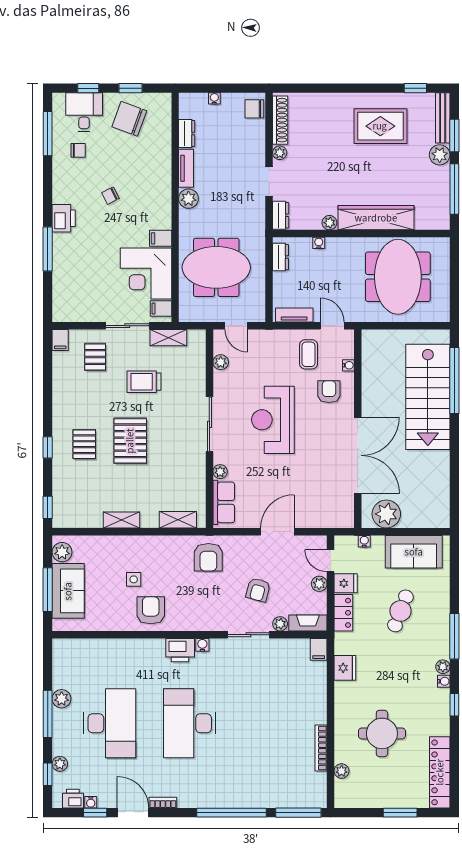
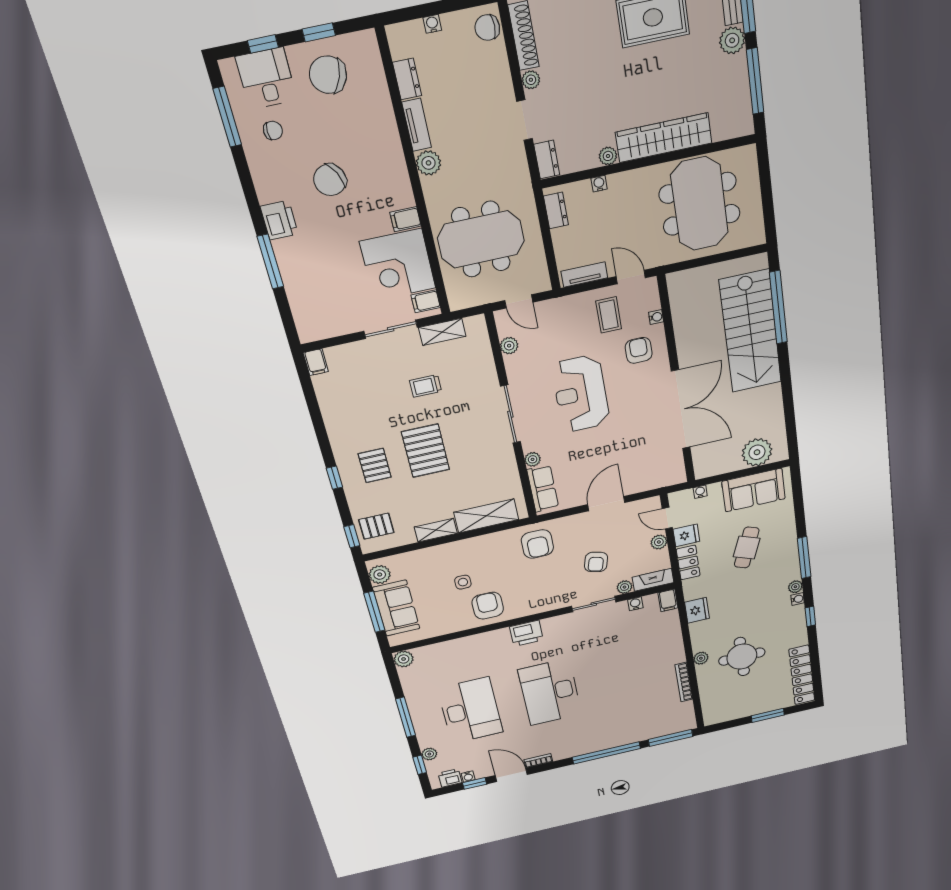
chair: (110, 196) -> (330, 180), width x1.87, depth x1.87
pallet: (95, 357) -> (376, 526), moved, turned 90
trolley: (144, 382) -> (426, 386), width x0.73, depth x0.72
plant: (386, 514) -> (757, 452), moved
shelving: (178, 520) -> (486, 516), width x1.50, depth x1.33
water cooler: (202, 645) -> (635, 604), moved
plant: (62, 699) -> (404, 659), moved
plant: (342, 771) -> (701, 658), moved

